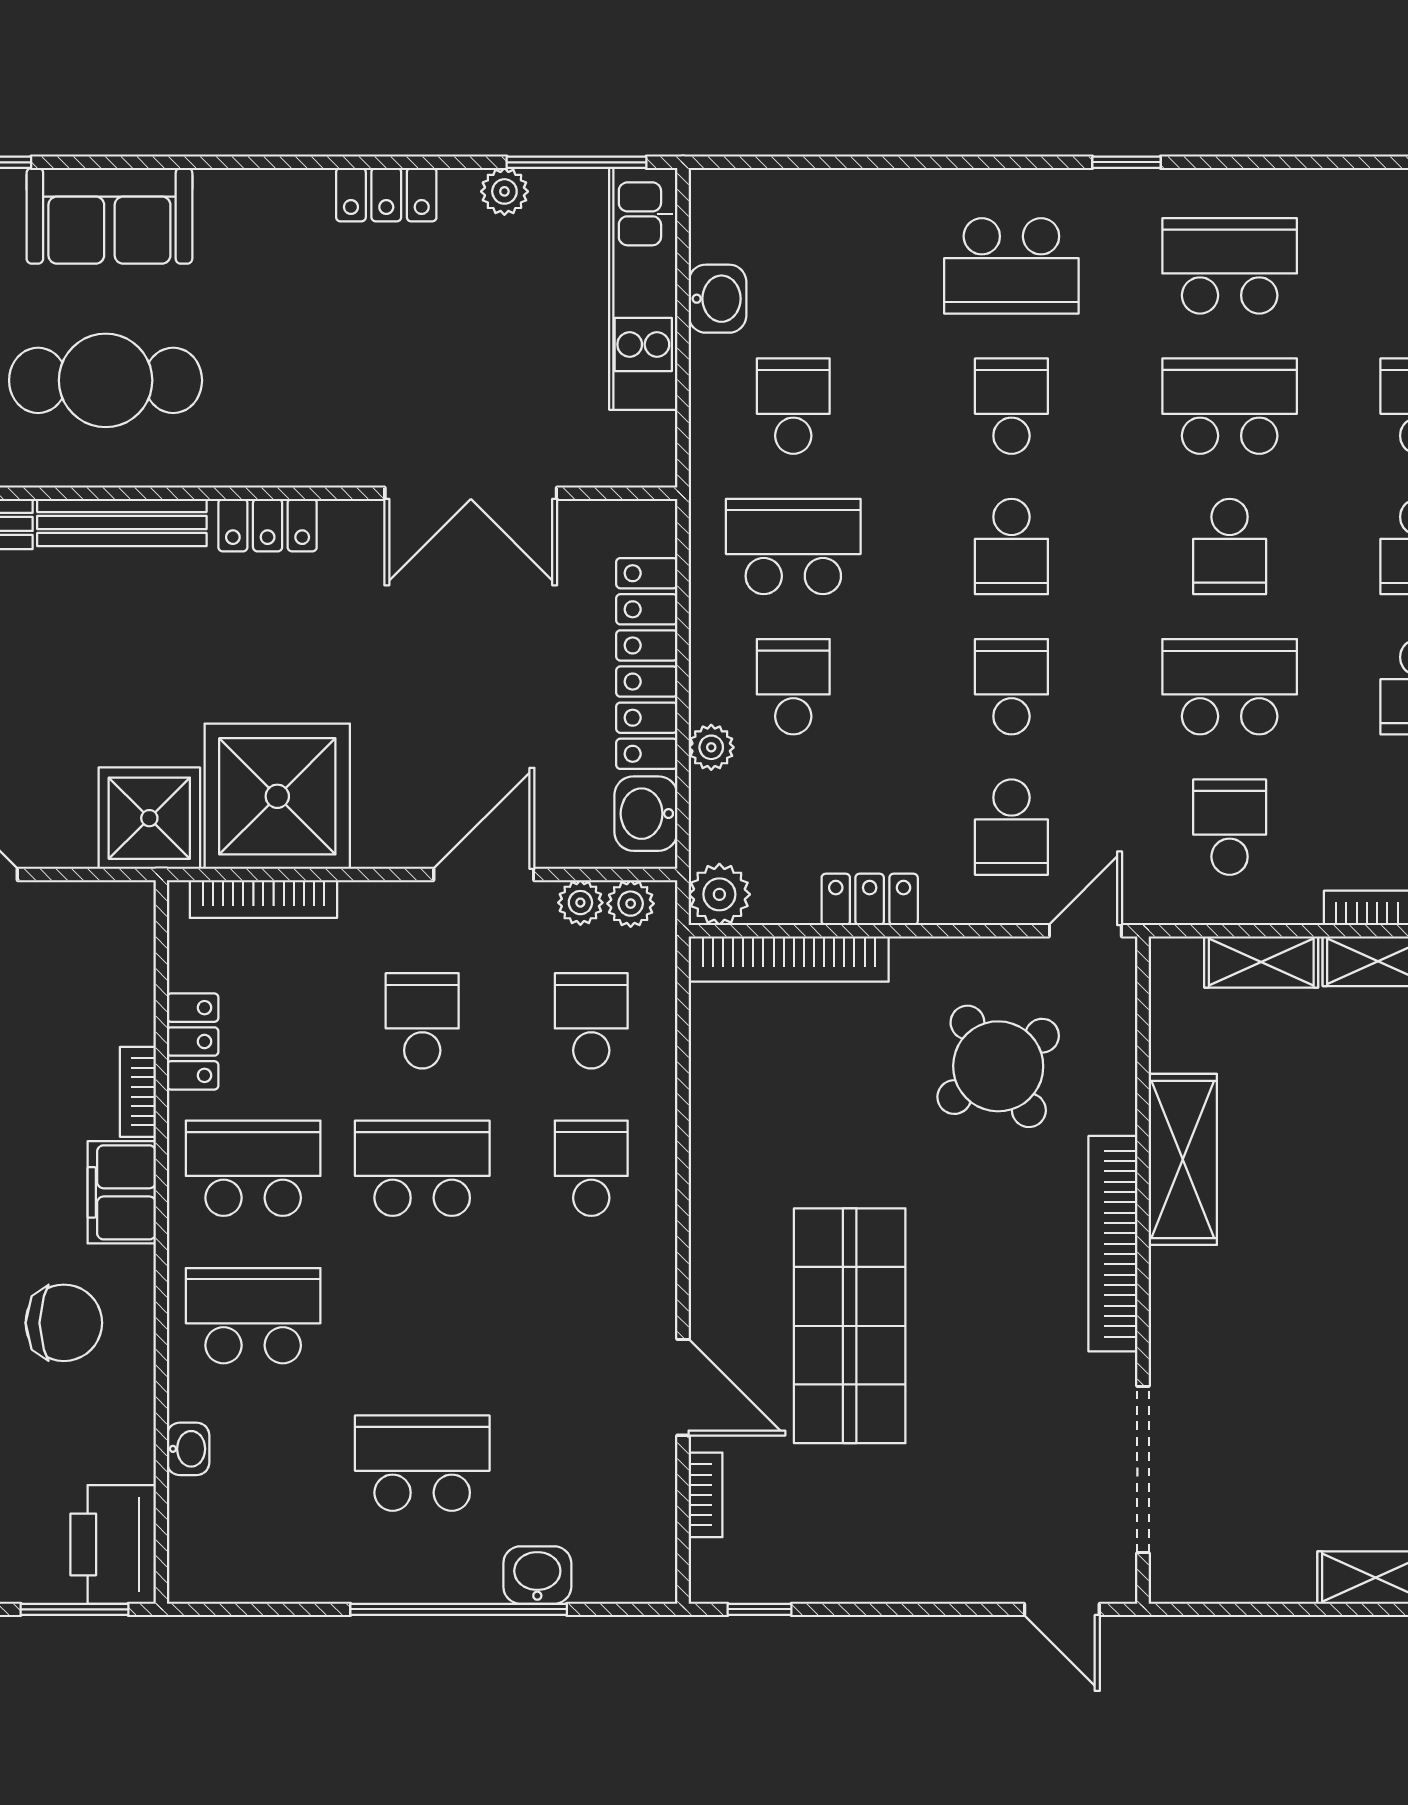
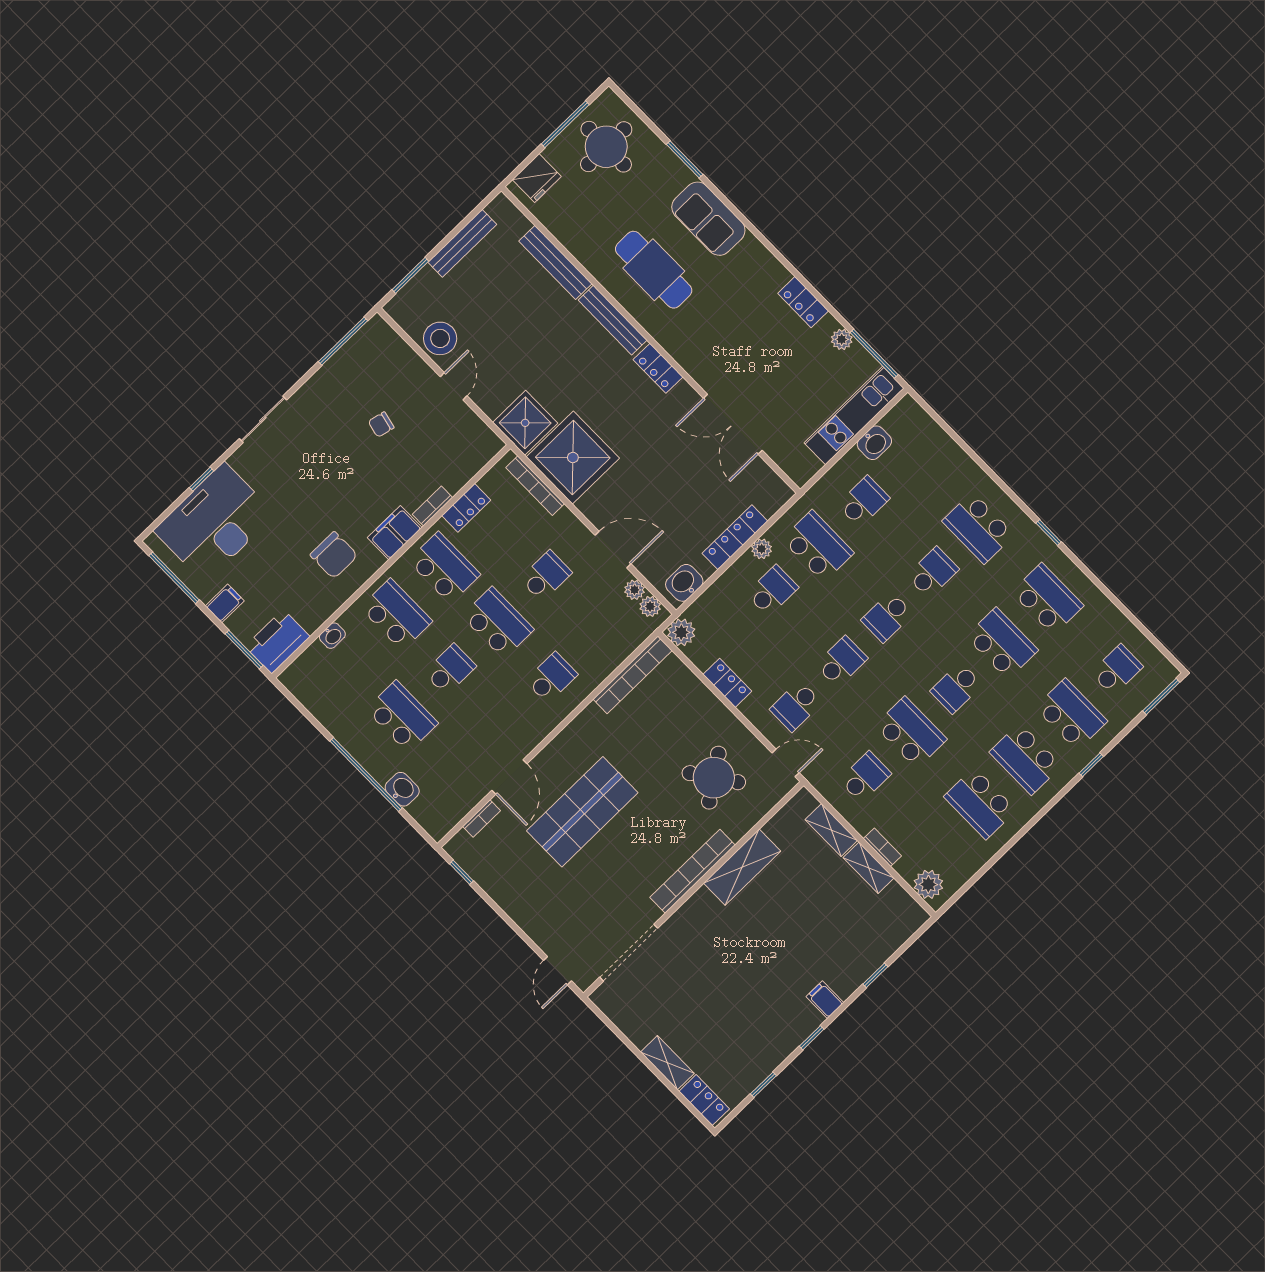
locker: (647, 663) -> (735, 537), width x0.71, depth x0.83
plant: (711, 747) -> (762, 549), moved
bookcase: (789, 959) -> (633, 675), moved, turned -90
school desk: (591, 1021) -> (450, 669), moved

